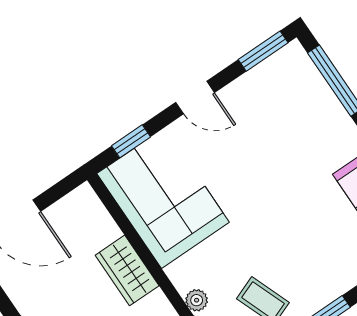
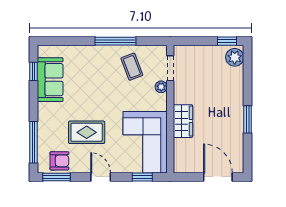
armchair: (276, 79) -> (59, 161), added
rug: (264, 152) -> (87, 132), added

